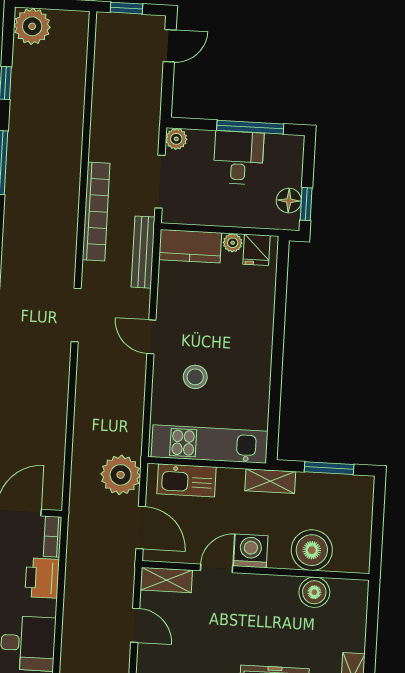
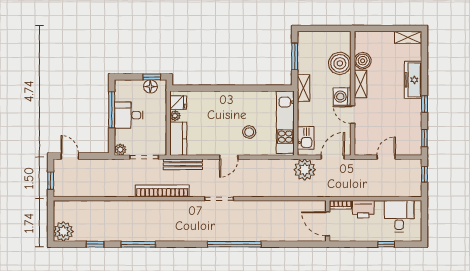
kitchen sink: (186, 480) -> (306, 138), width x0.73
shelving: (166, 580) -> (361, 84), moved

